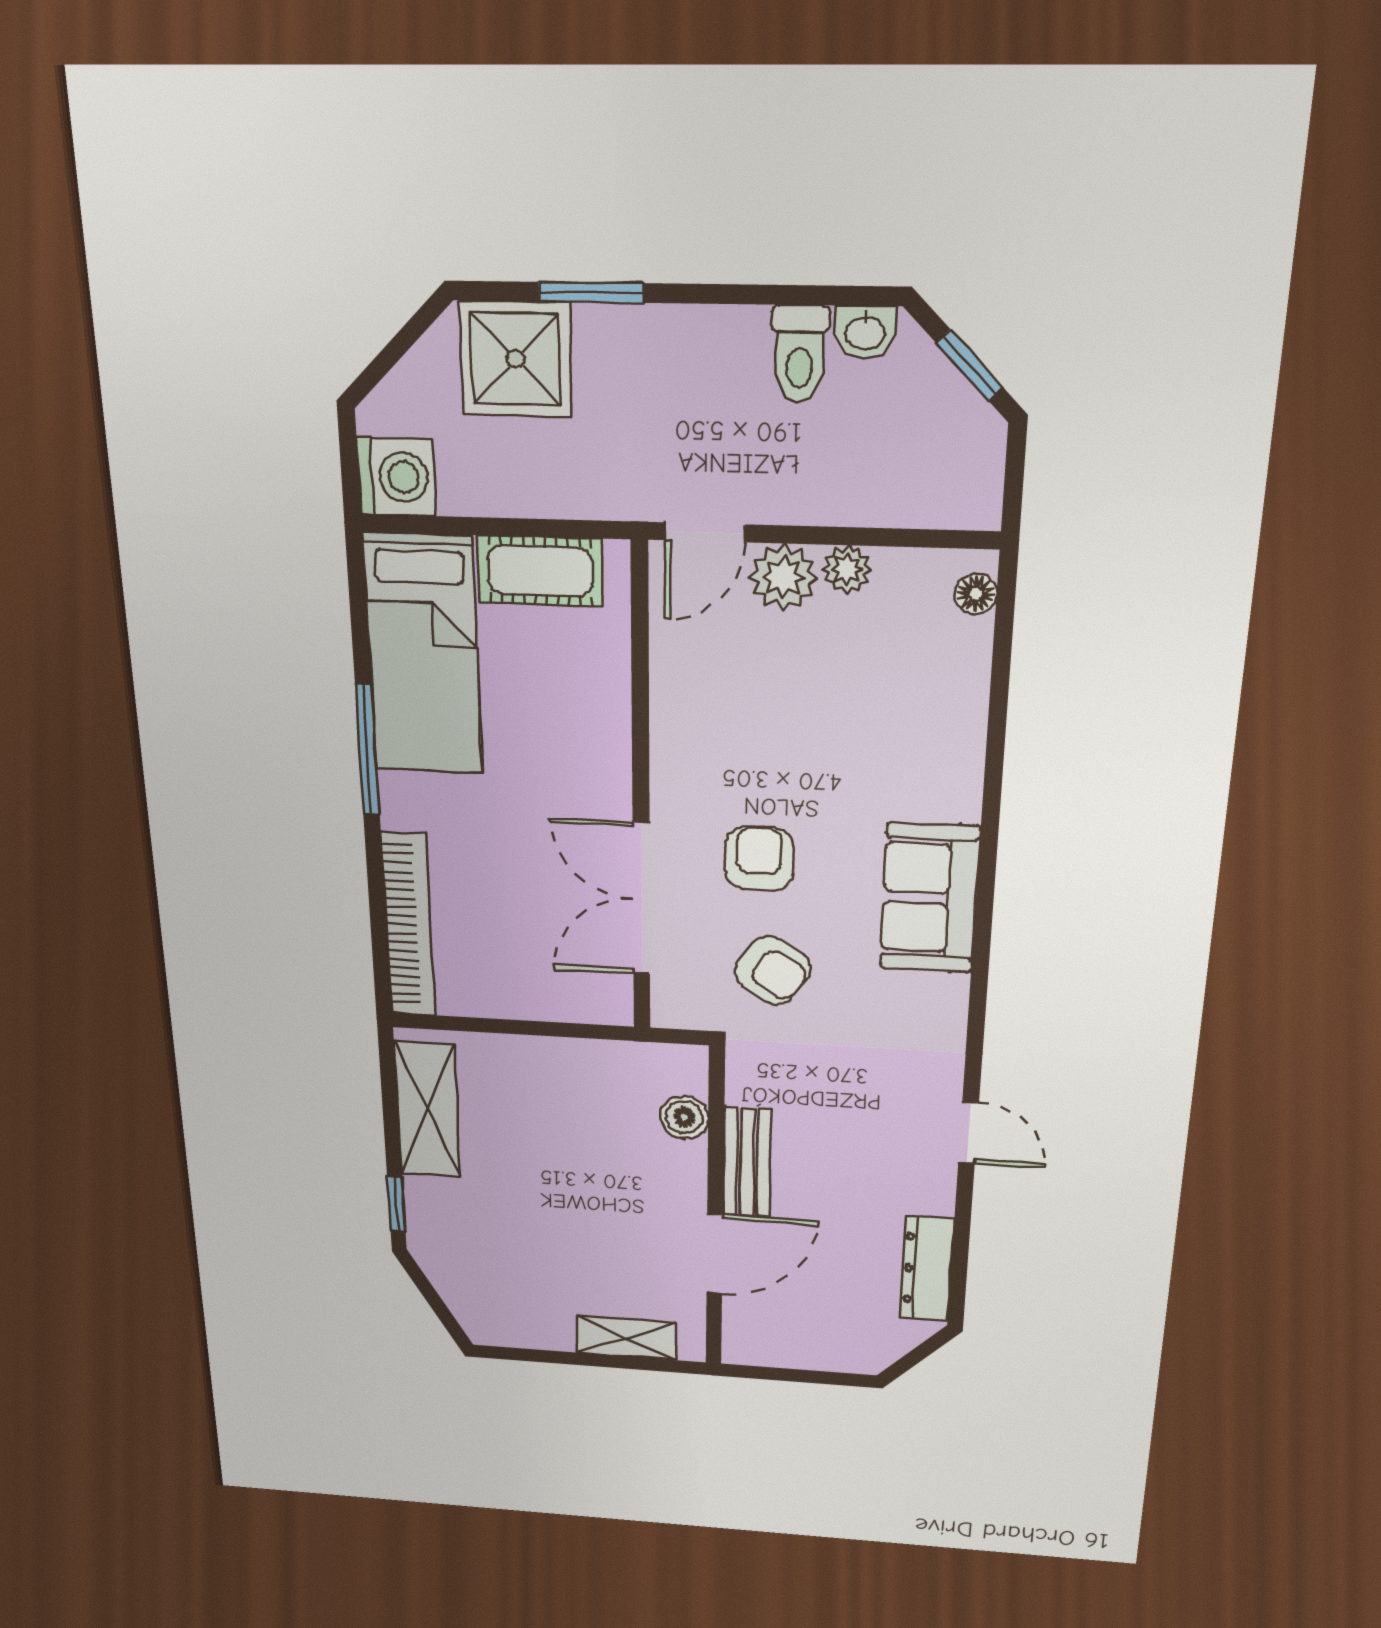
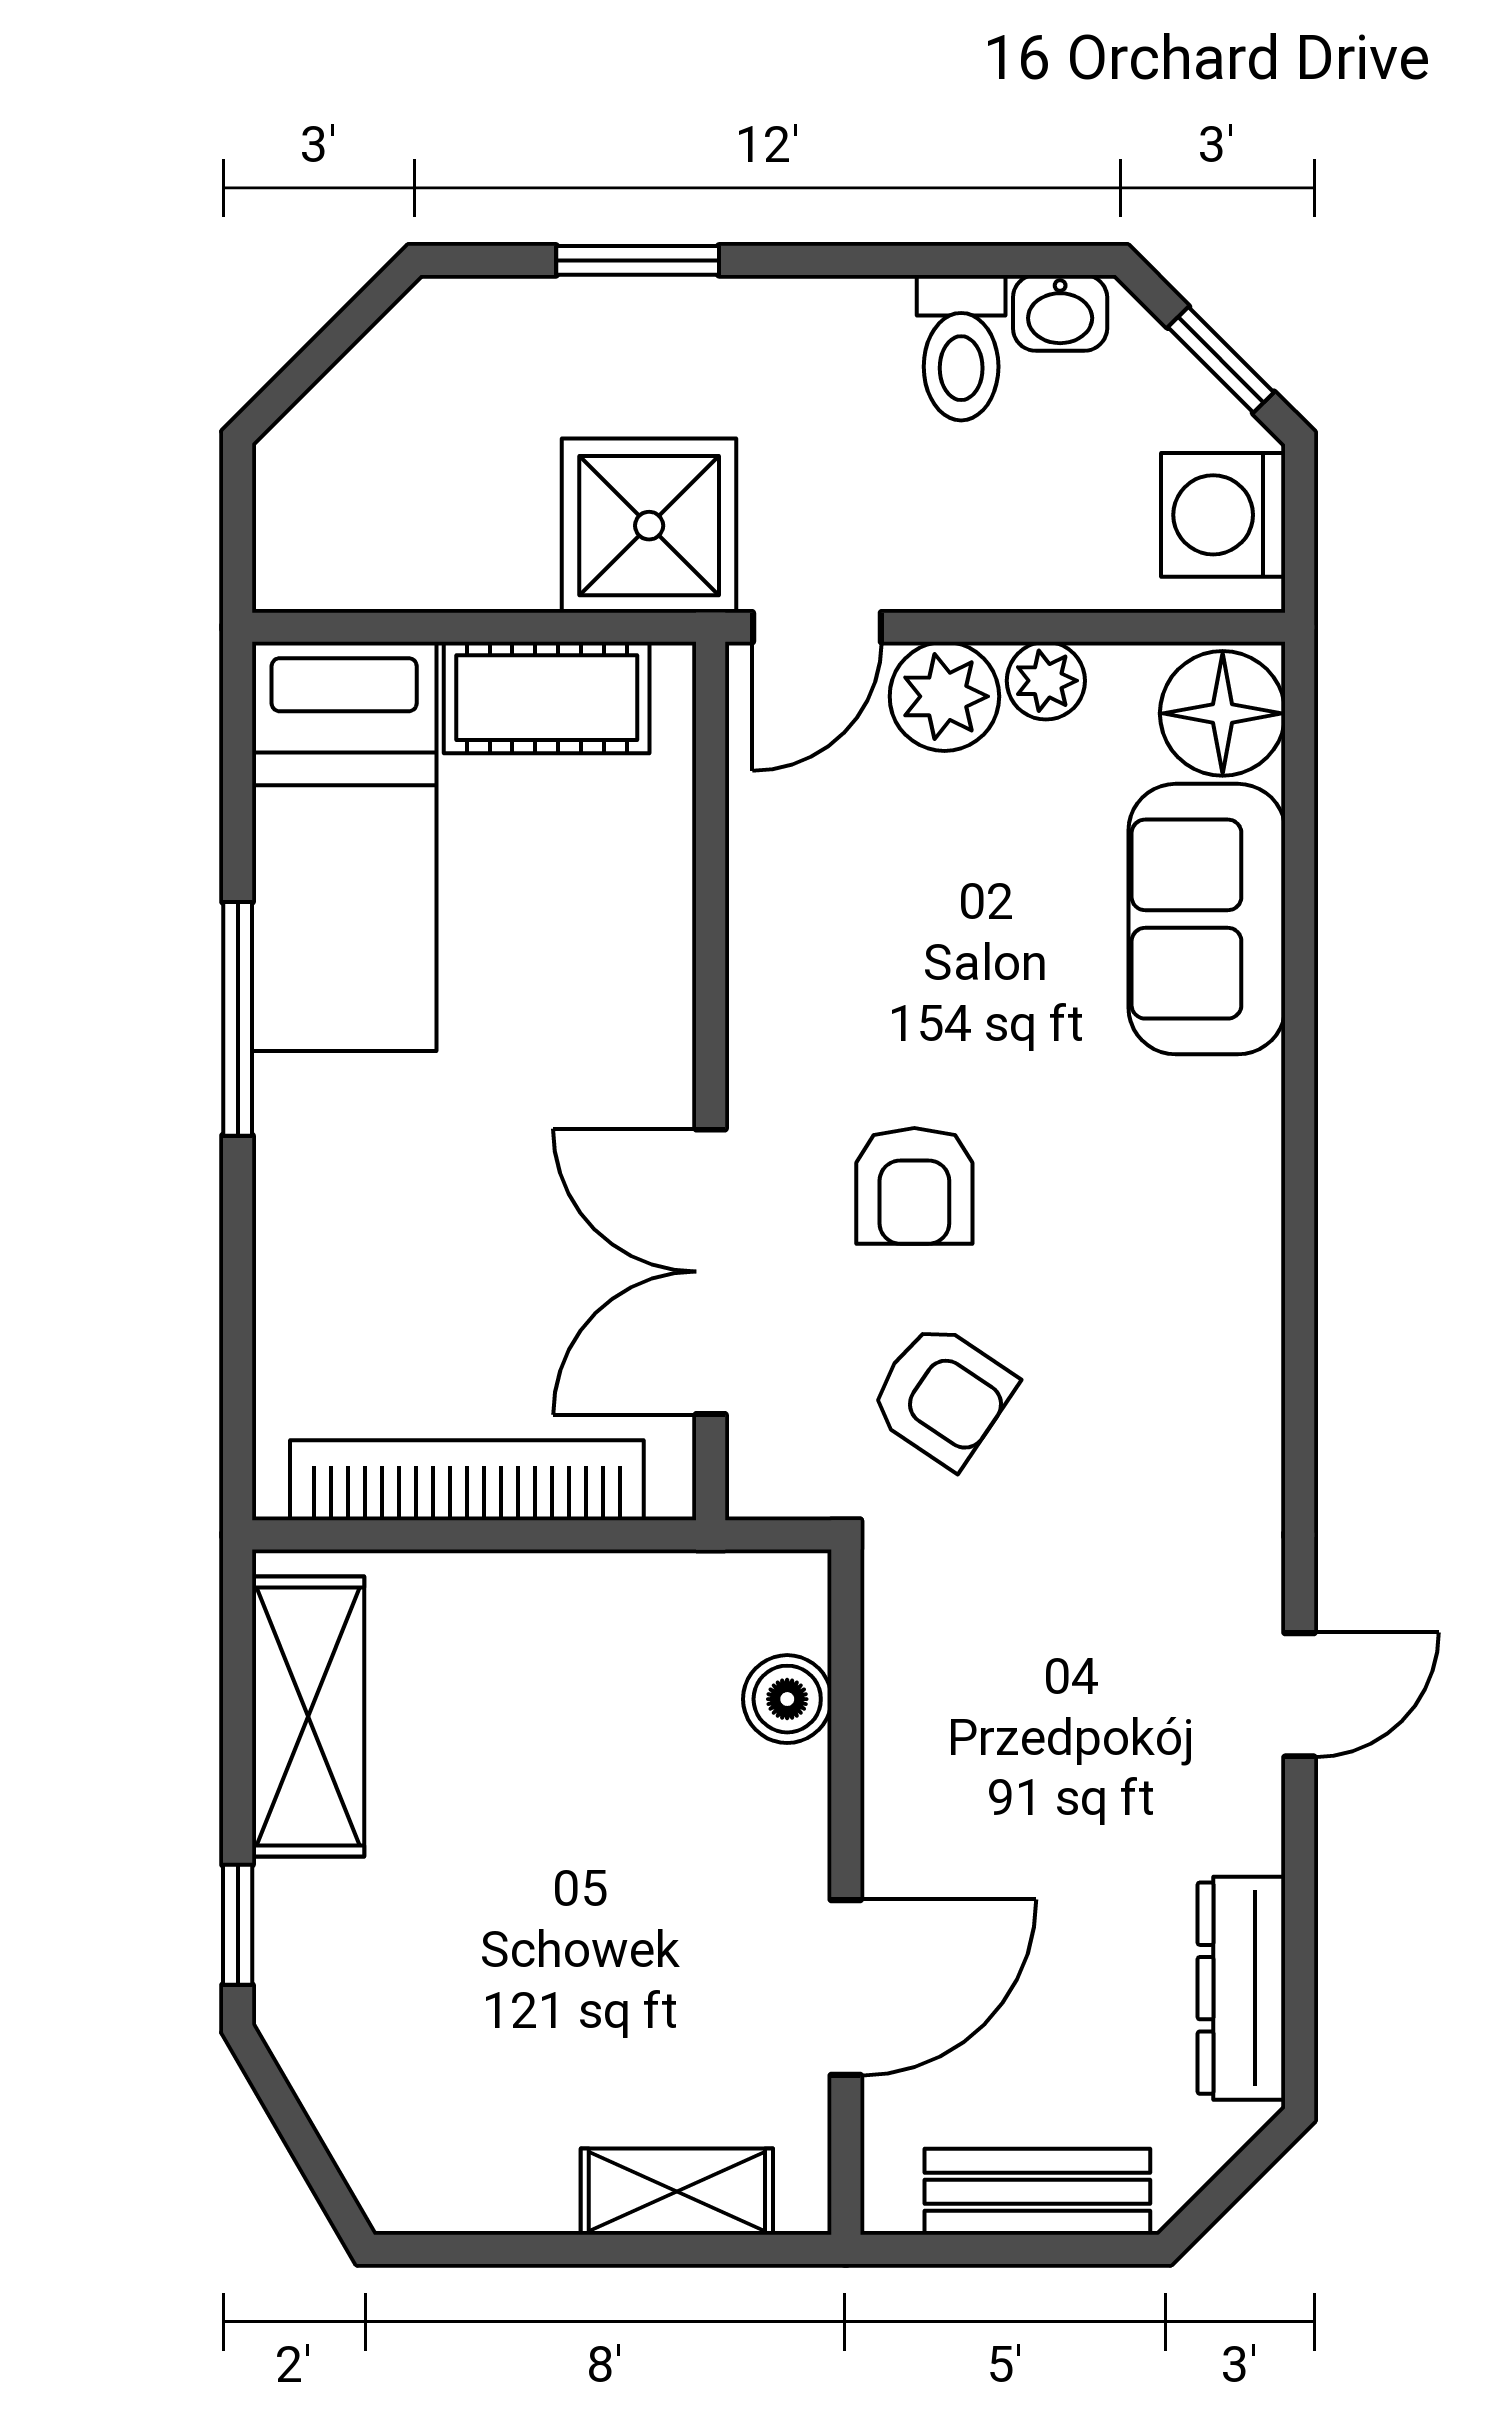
shower: (516, 359) -> (649, 526), moved
washing machine: (396, 477) -> (1223, 515), moved, turned 180
floor lamp: (976, 594) -> (1223, 713), width x1.89, depth x1.89
armchair: (759, 859) -> (914, 1186), turned 180
sofa: (930, 898) -> (1207, 919), moved
bookcase: (408, 925) -> (467, 1480), moved, turned -90
door: (968, 1133) -> (1300, 1695), hinge flipped
bench: (747, 1162) -> (1037, 2192), moved, turned 90

